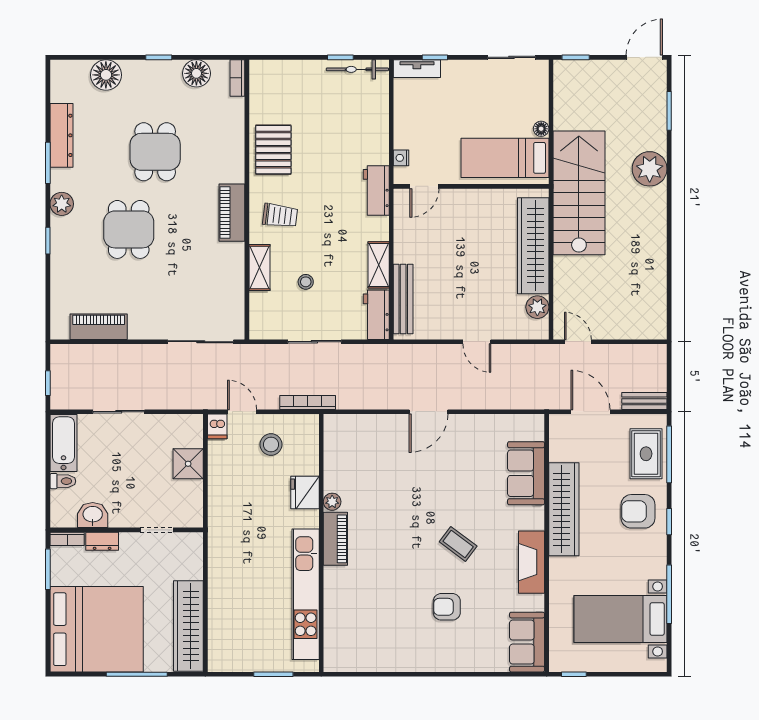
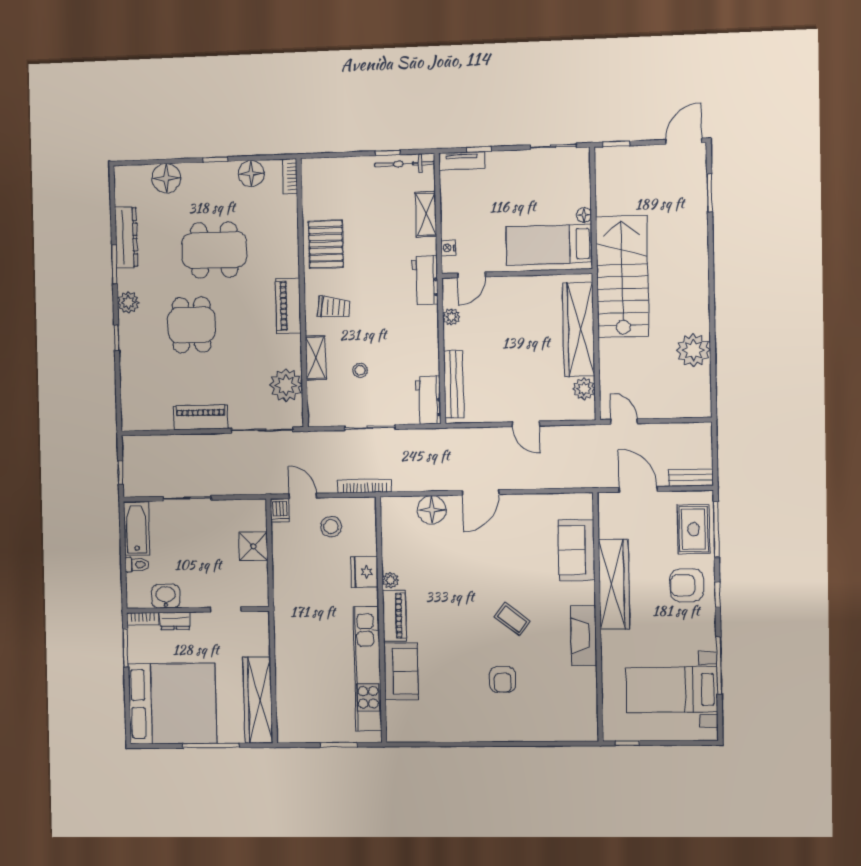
dining table: (155, 152) -> (214, 250), width x1.38
plant: (650, 169) -> (693, 350), moved
plant: (402, 229) -> (451, 317), added
shelving: (379, 265) -> (426, 214), moved
plant: (227, 295) -> (286, 385), added
piano: (99, 327) -> (201, 417), moved
floor lamp: (377, 429) -> (432, 510), added
armchair: (447, 607) -> (503, 679), turned -90
sofa: (527, 642) -> (401, 671), moved, turned 180

